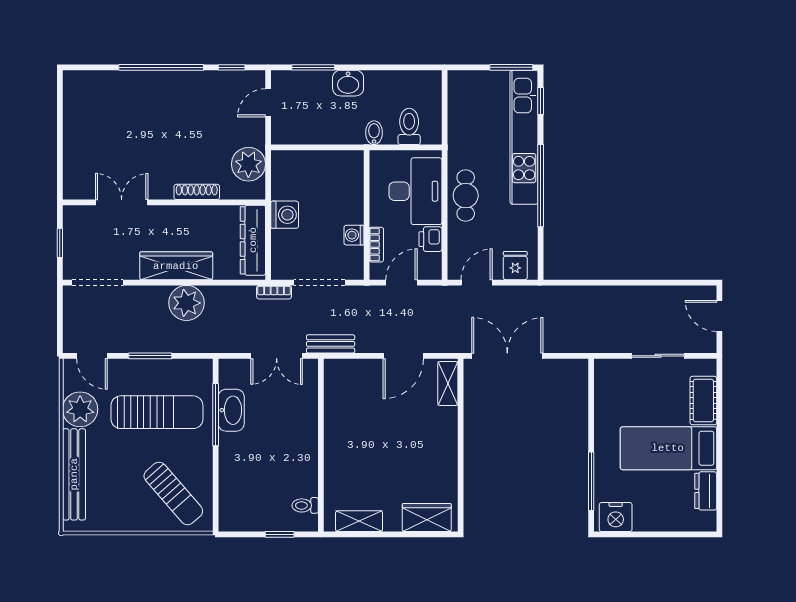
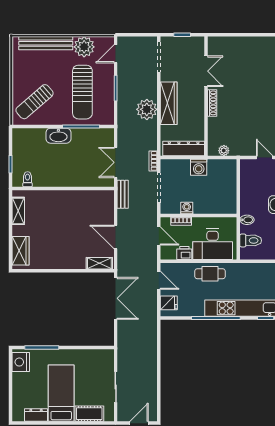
plant: (248, 164) -> (224, 151), width x0.53, depth x0.53
shoe rack: (197, 192) -> (212, 103), moved
washbasin: (231, 410) -> (58, 136), moved

